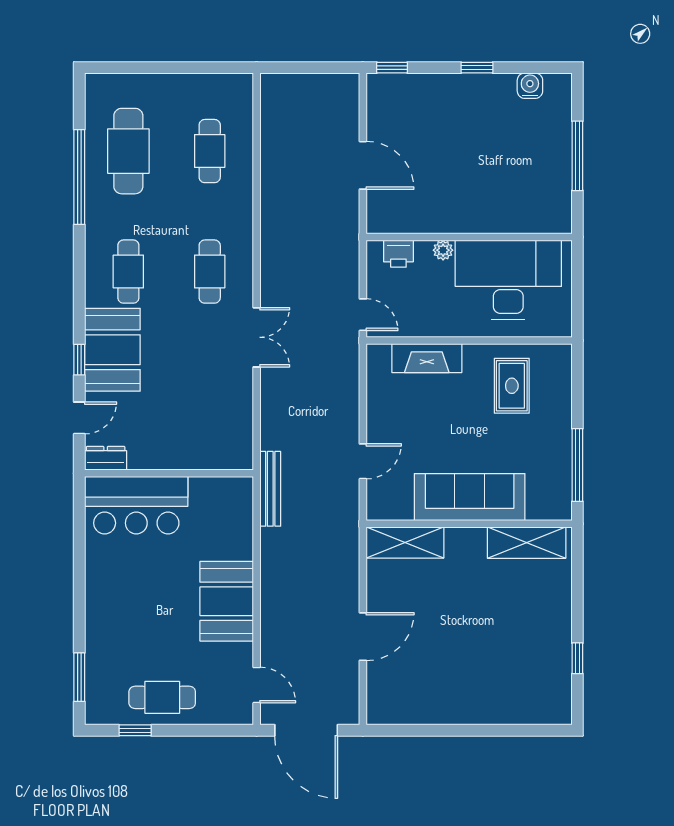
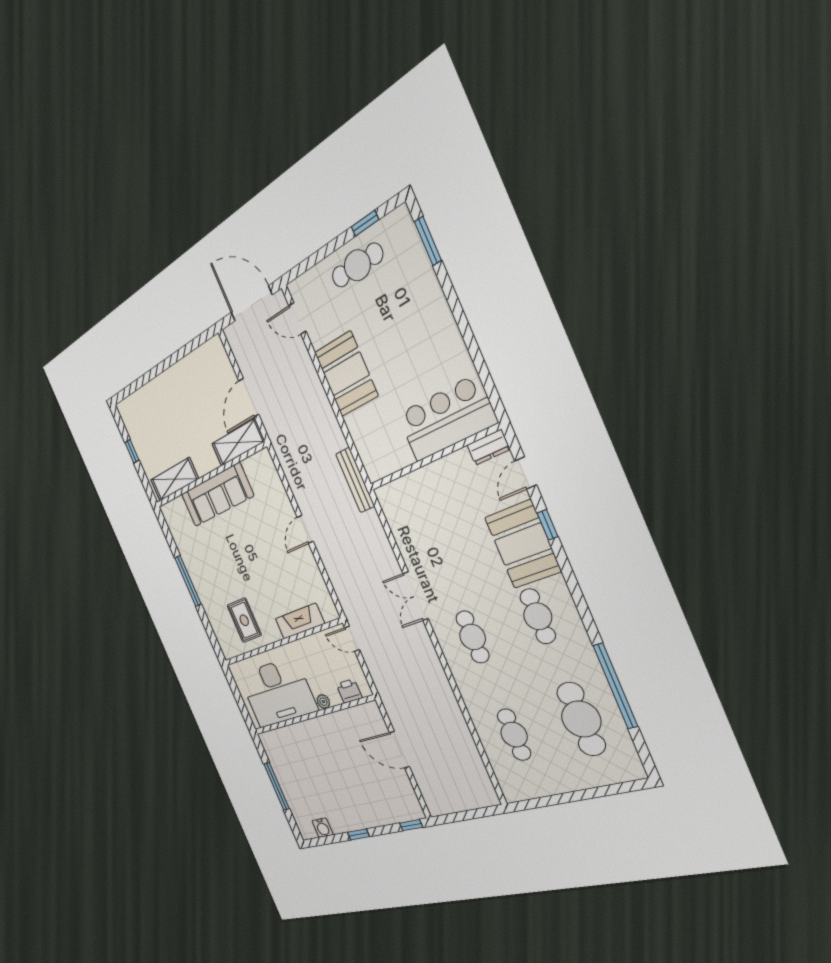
sofa: (470, 497) -> (217, 495), moved
wall: (469, 524) -> (209, 476), moved
shelving: (405, 542) -> (238, 442), moved
shelving: (527, 543) -> (174, 479), moved

